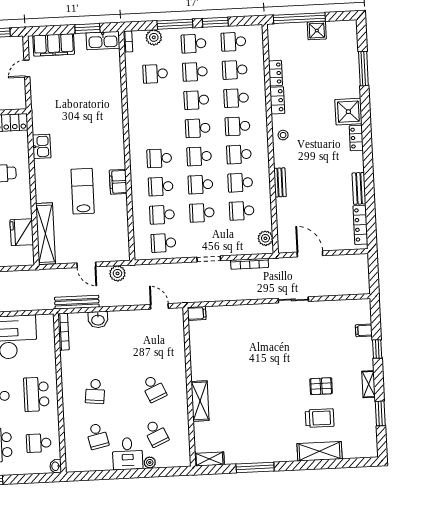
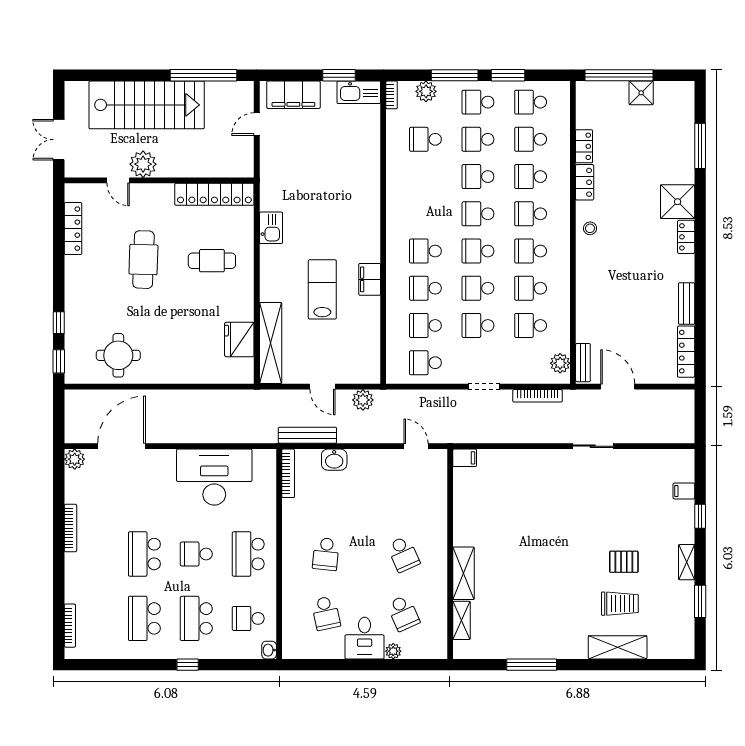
bench: (280, 182) -> (583, 363), moved
shelving: (209, 459) -> (462, 620), moved, turned 90

